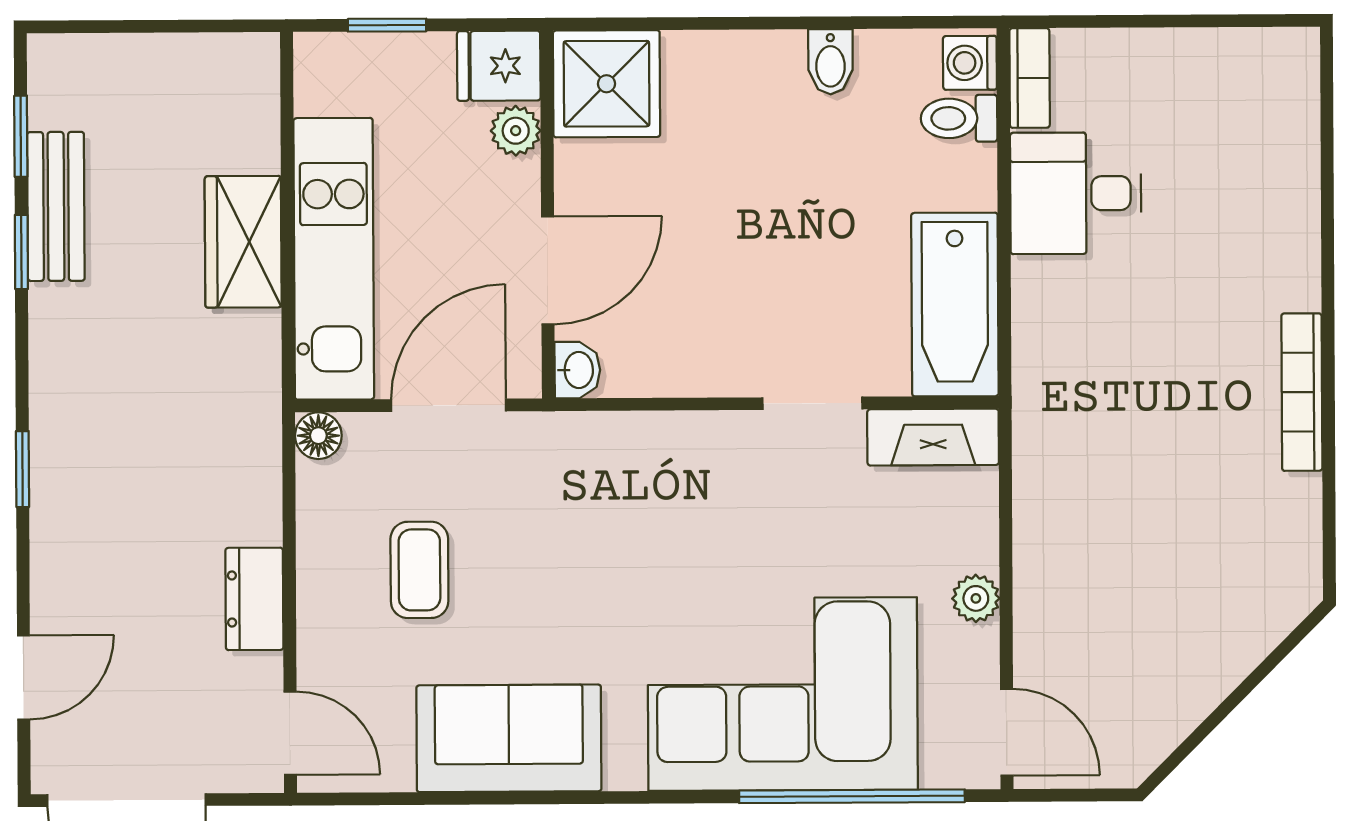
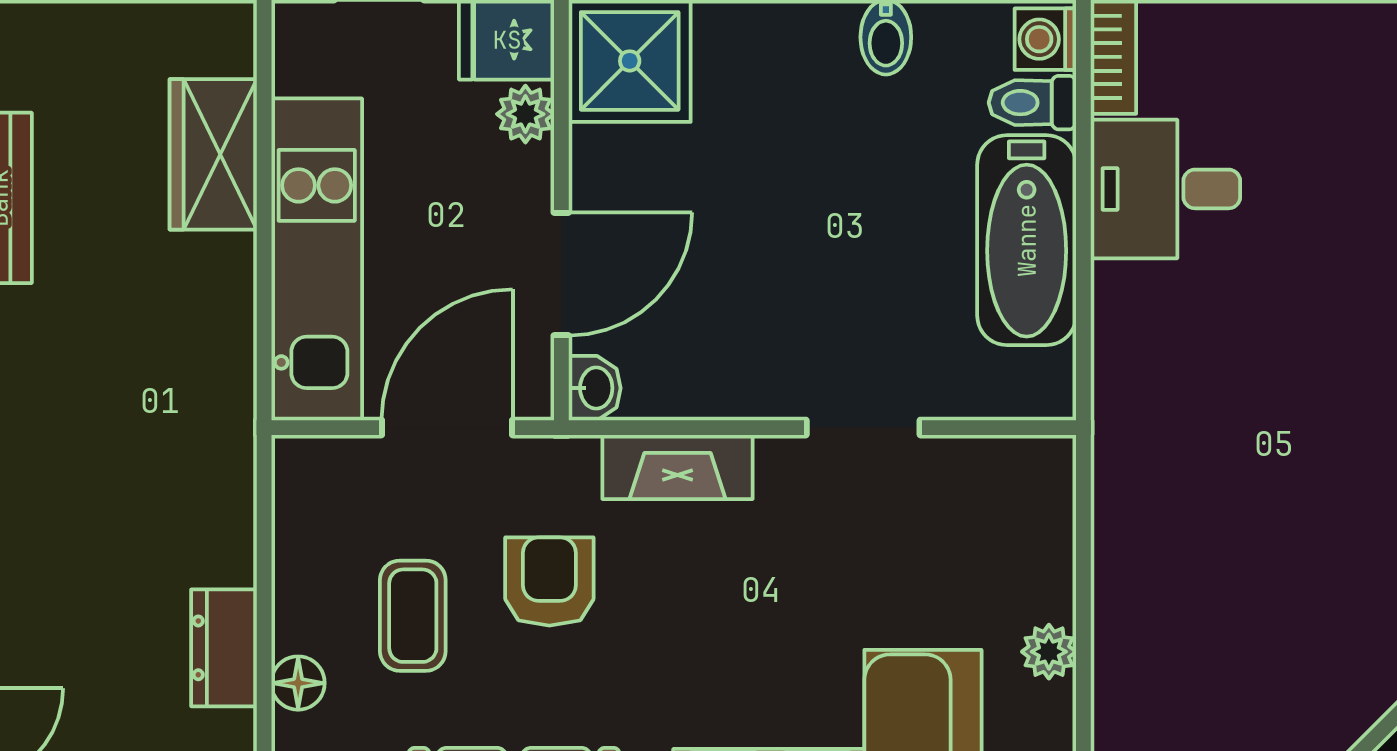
wardrobe: (243, 242) -> (213, 154), moved
bathtub: (955, 305) -> (1027, 240), moved
floor lamp: (318, 436) -> (298, 683), moved
fireplace: (933, 437) -> (678, 467), moved
armchair: (539, 539) -> (549, 581), added

